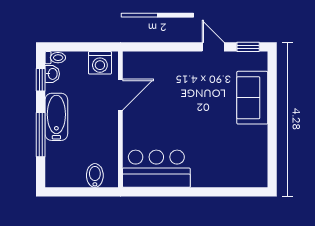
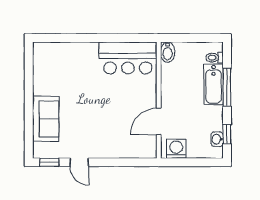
toilet: (55, 58) -> (214, 58), moved
bathtub: (56, 117) -> (214, 84), moved
bidet: (95, 175) -> (168, 52), moved

